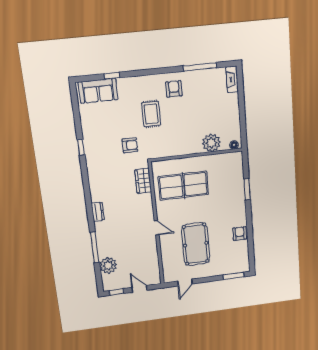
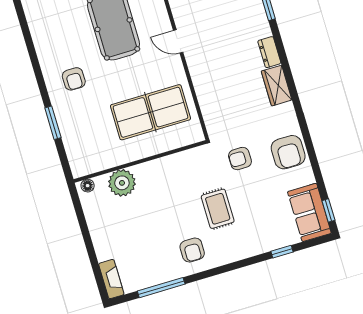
sofa: (98, 91) -> (309, 212), moved, turned -90
armchair: (96, 144) -> (288, 152), added
window: (81, 147) -> (328, 210), moved
wardrobe: (143, 181) -> (277, 86), moved, turned 180
armchair: (240, 234) -> (74, 79), moved

